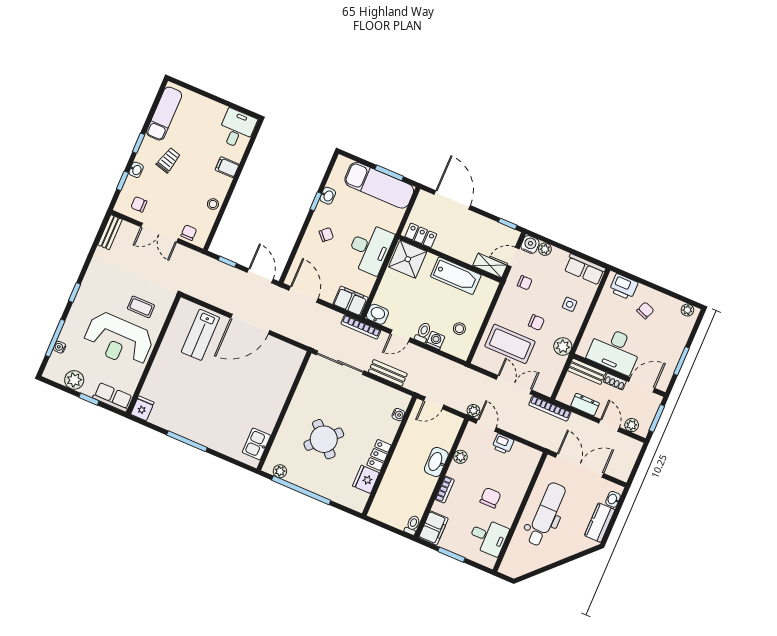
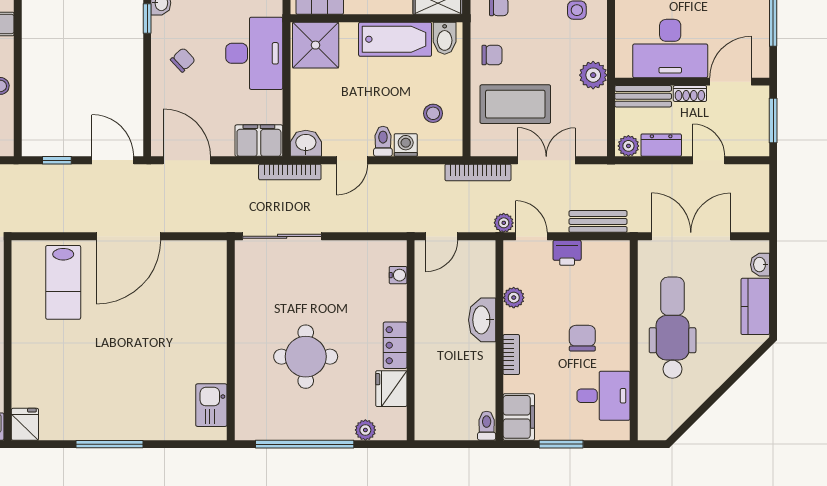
bidet: (485, 288) -> (445, 38), added
chair: (536, 322) -> (492, 55), moved
bench: (388, 373) -> (598, 221), moved
bookcase: (550, 408) -> (478, 172), moved
plant: (632, 425) -> (628, 146), moved
round table: (324, 439) -> (306, 357), turned 45
plant: (280, 471) -> (365, 430), moved

